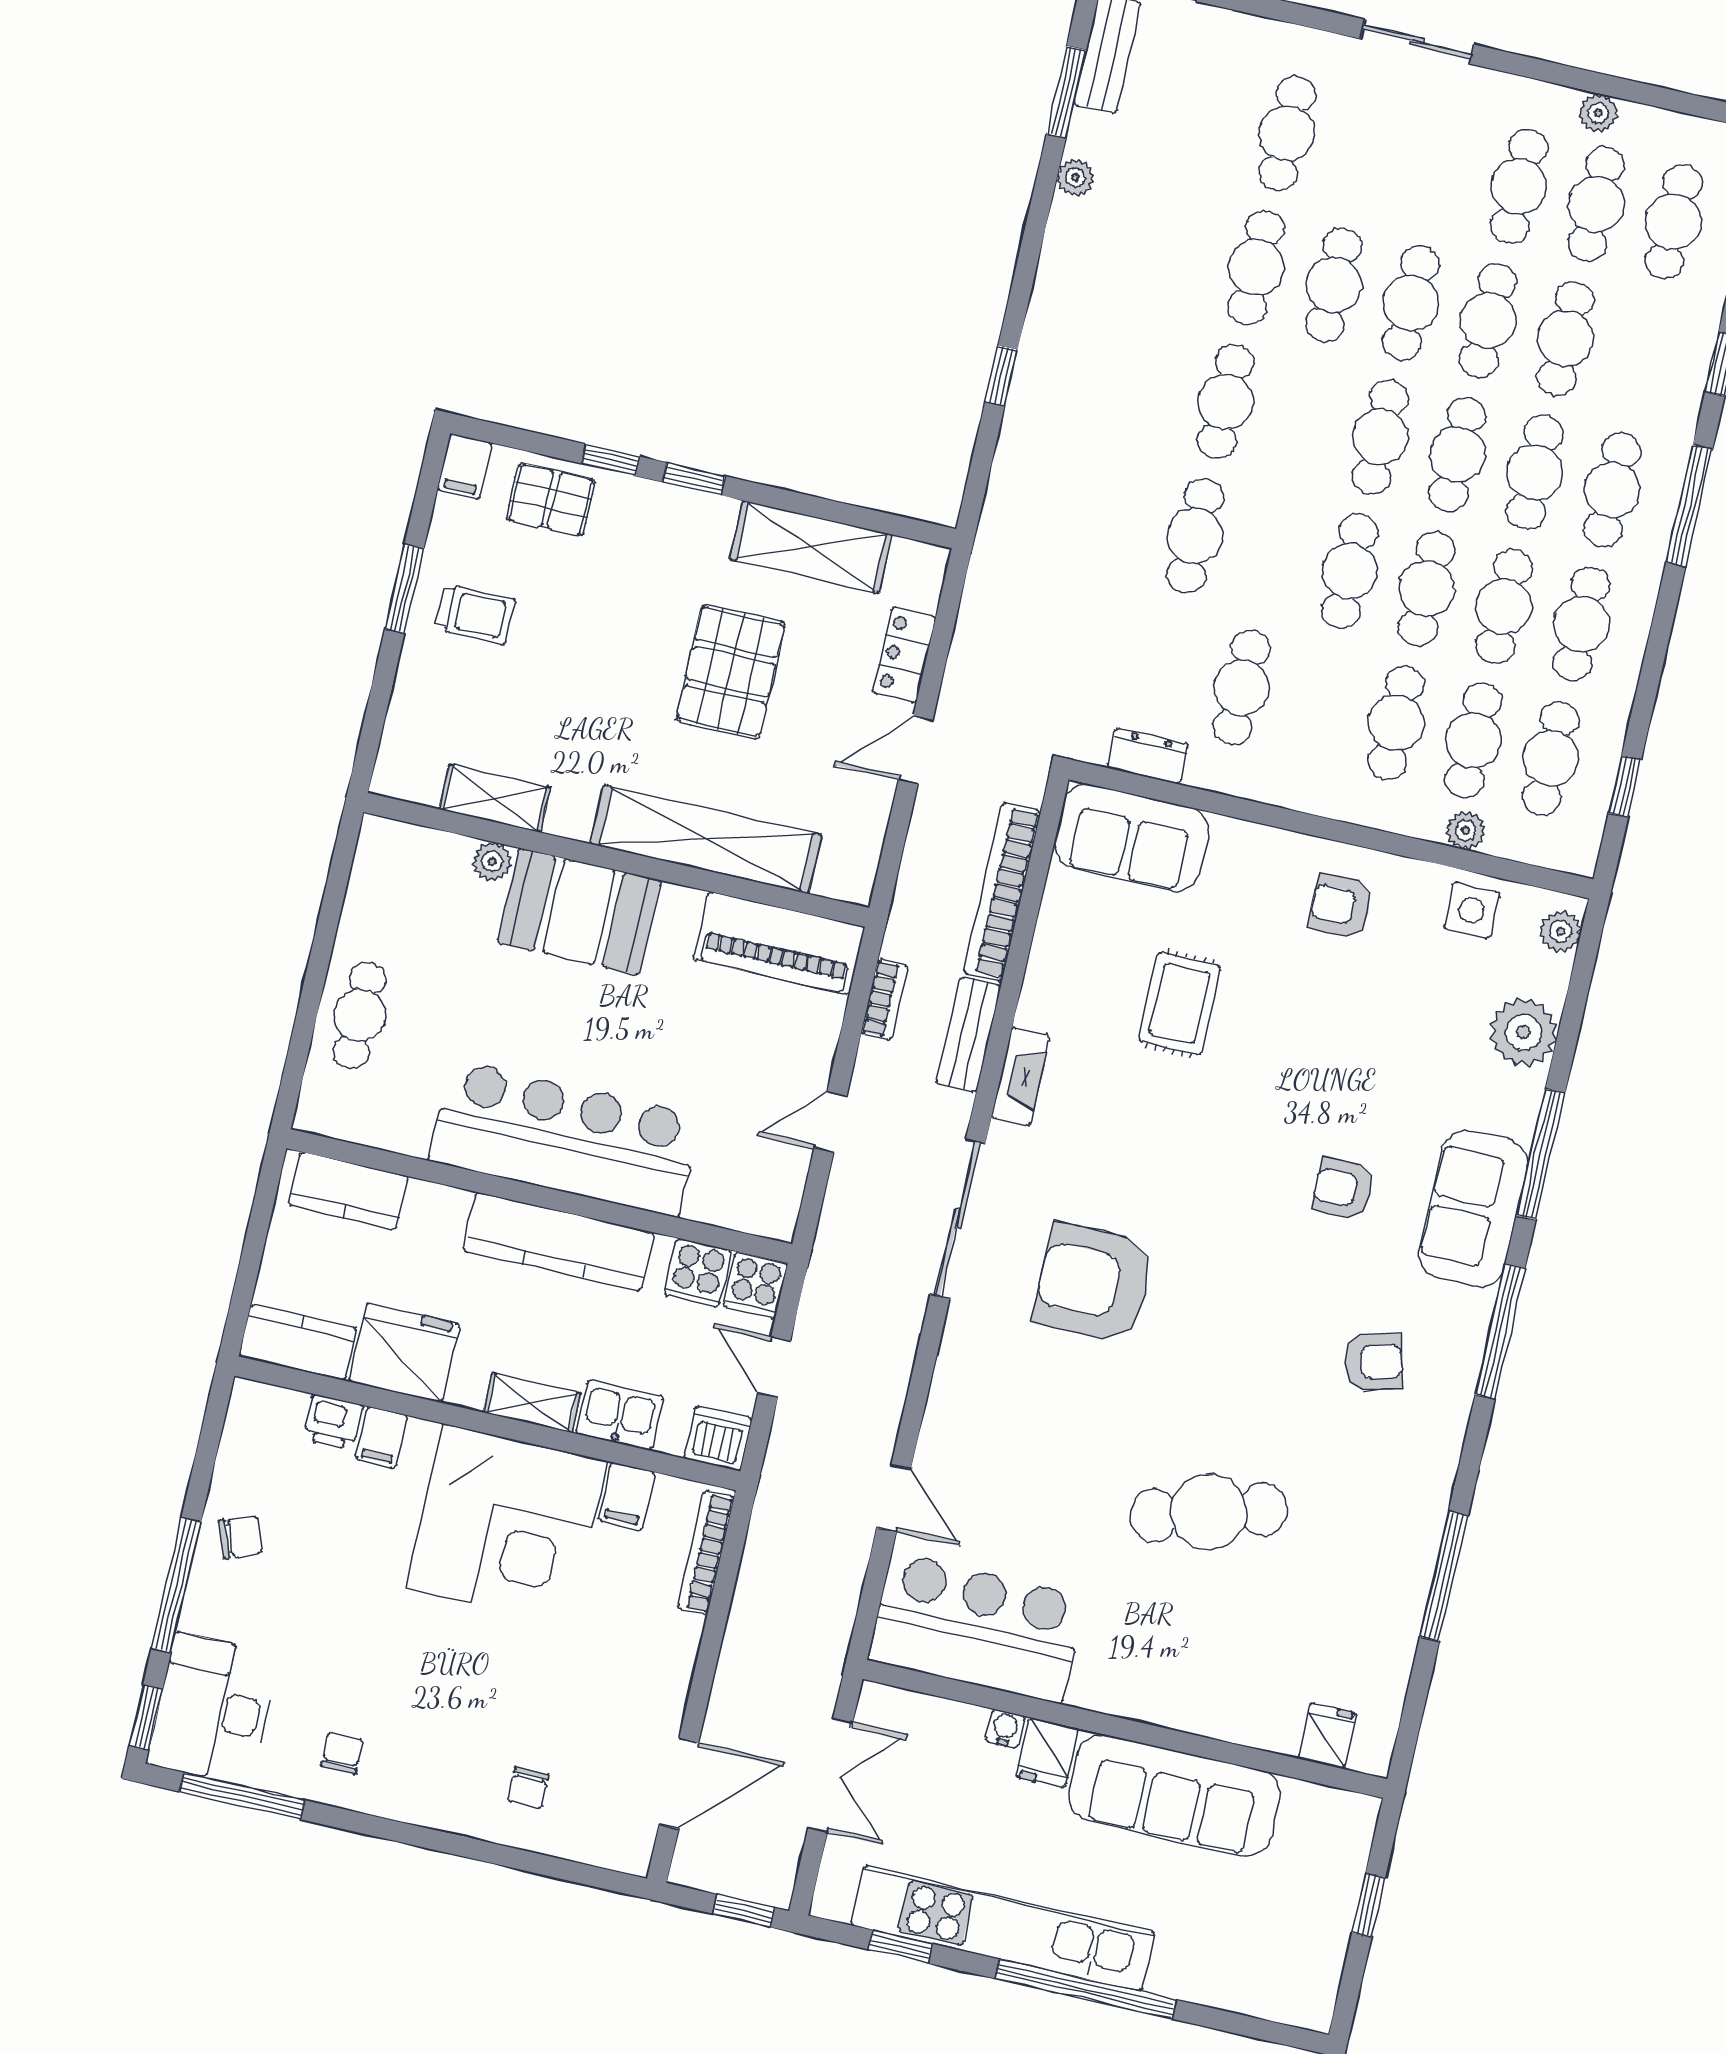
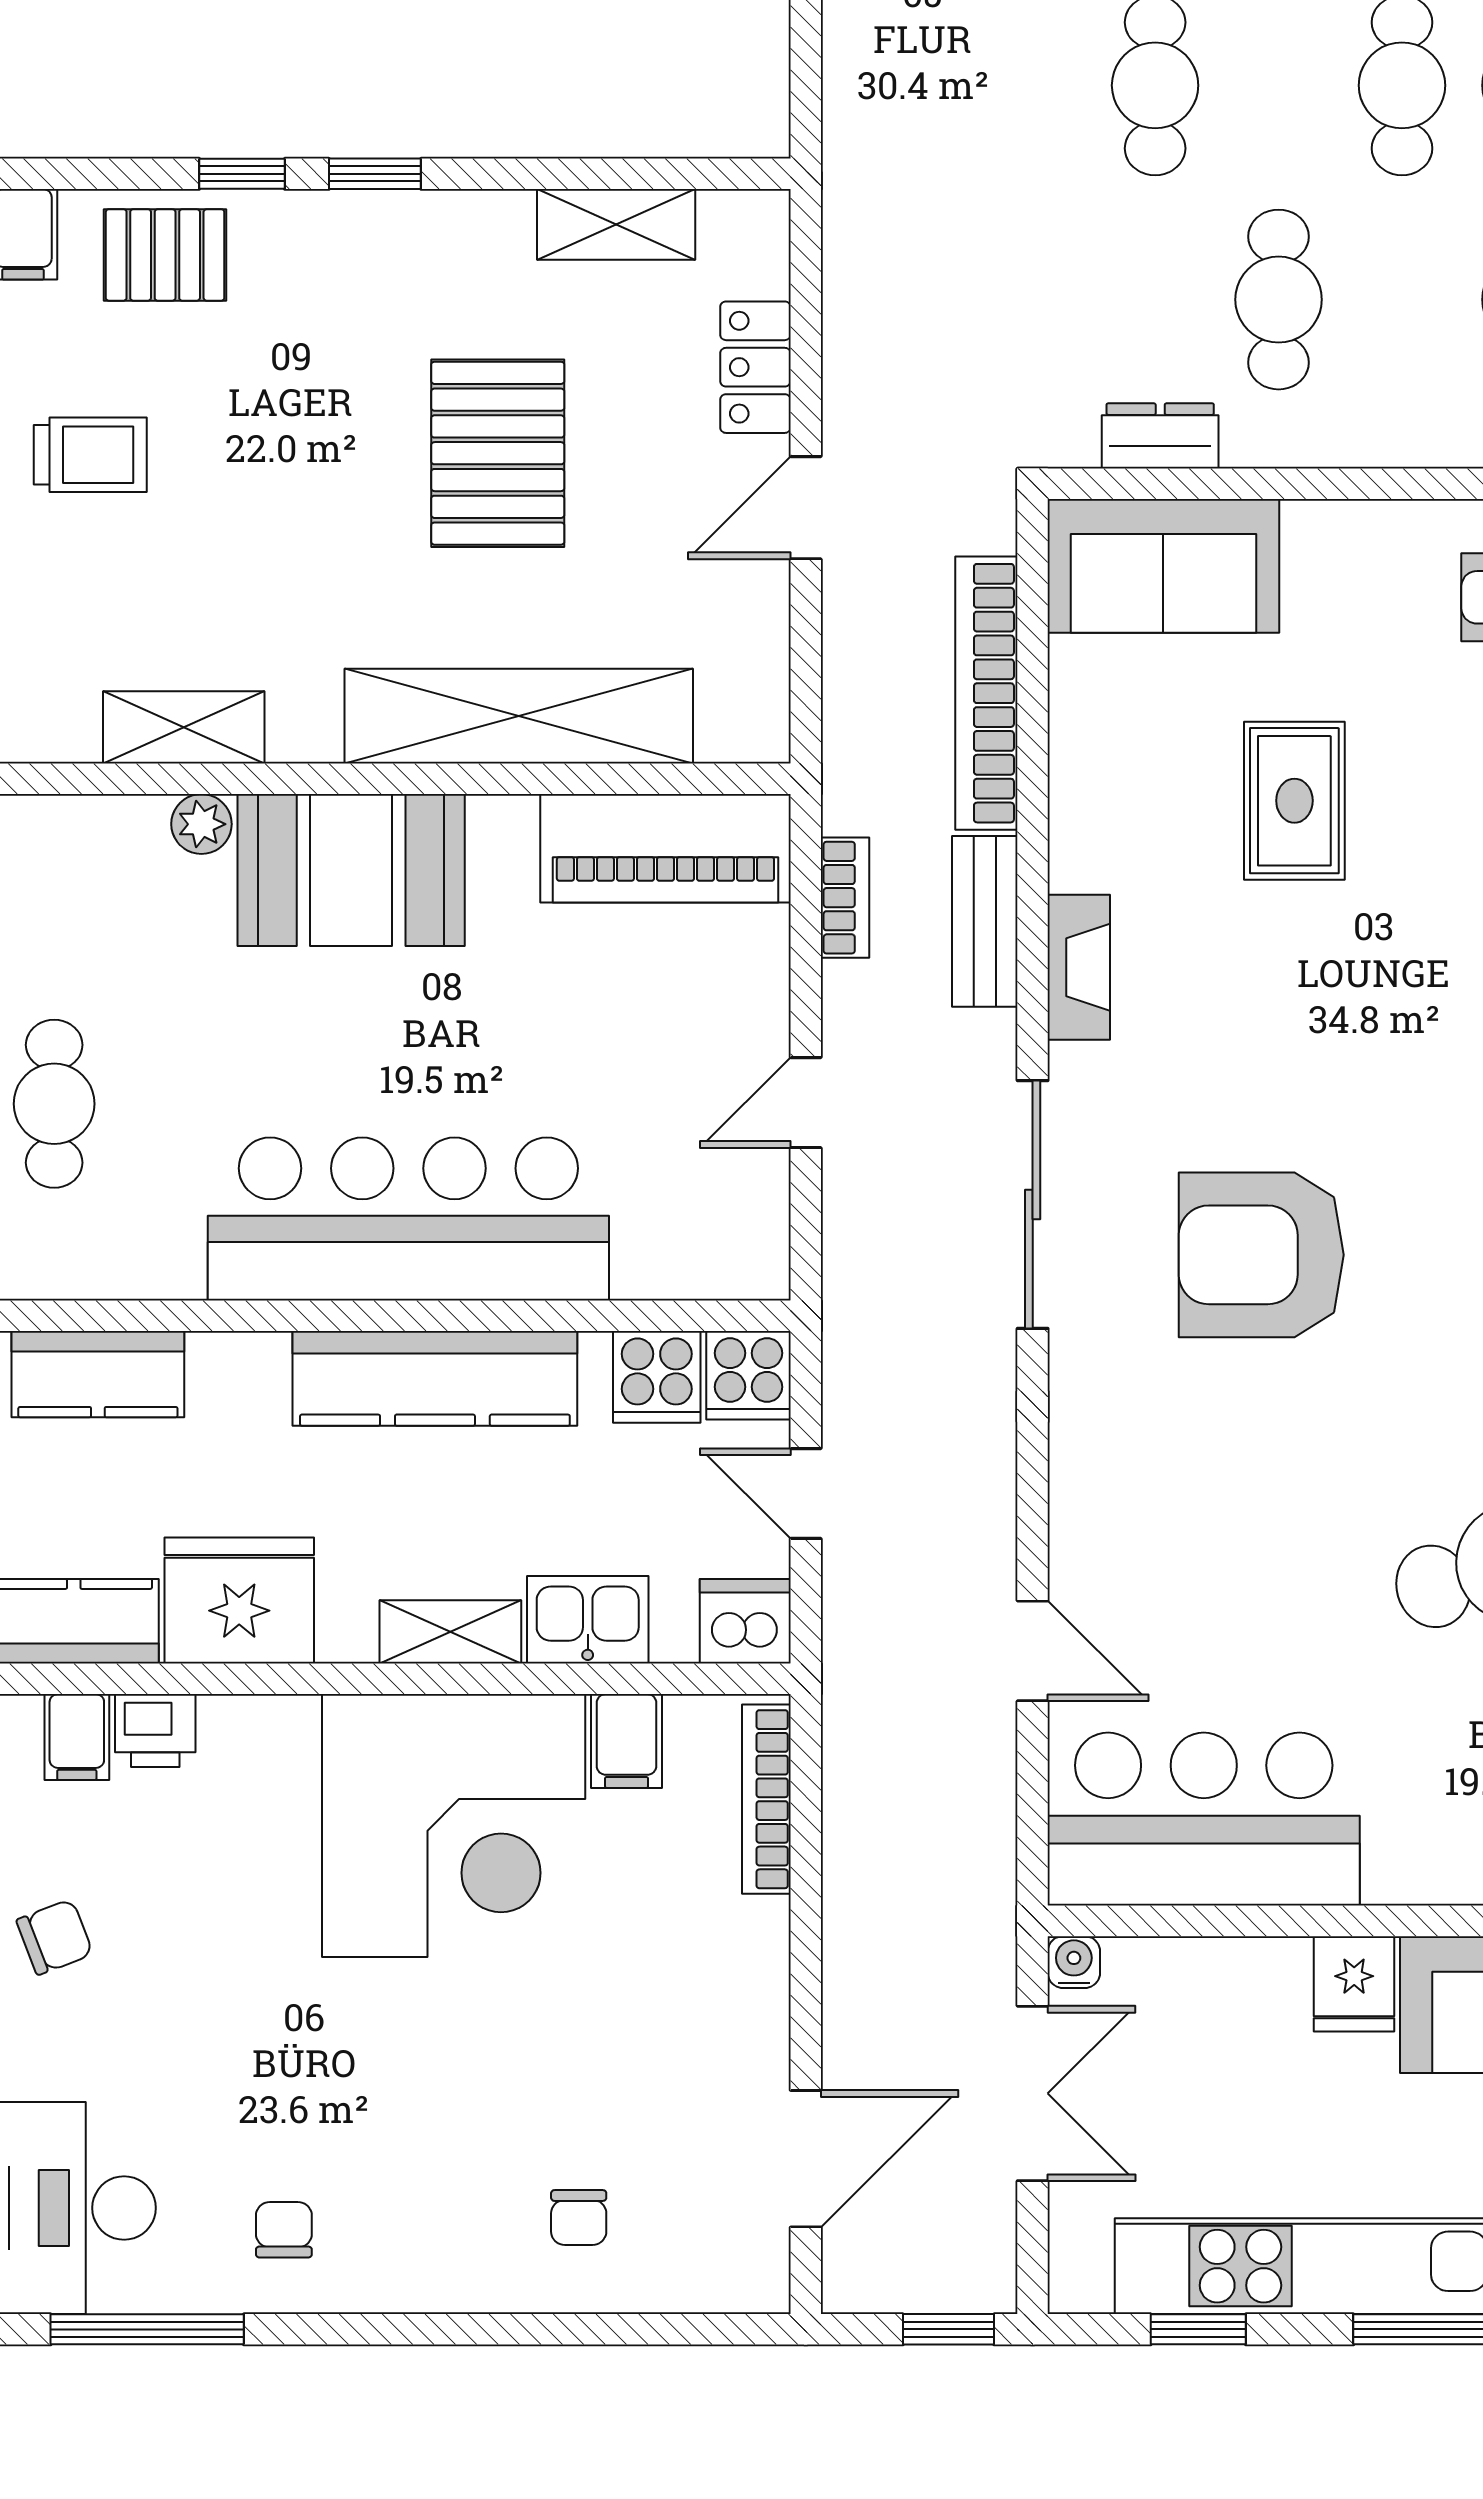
shelving: (811, 547) -> (616, 224), width x0.67, depth x0.75
filing cabinet: (381, 1438) -> (77, 1737), moved
water cooler: (1005, 1729) -> (1074, 1962), moved

